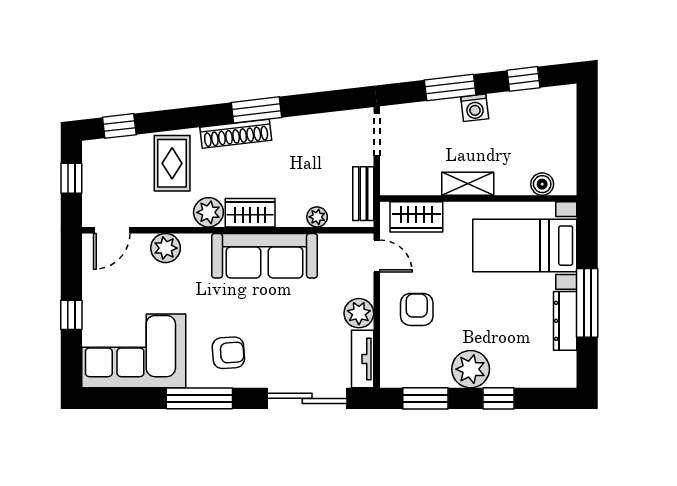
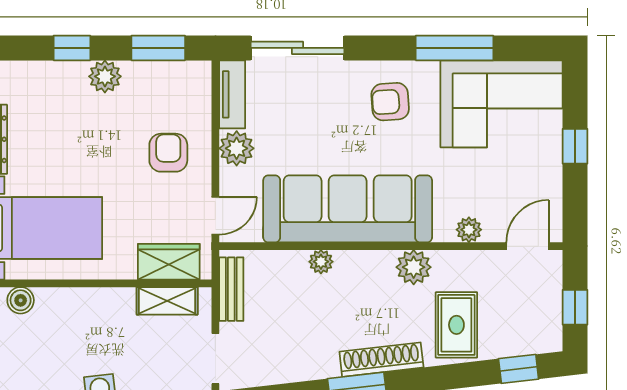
shelving: (468, 184) -> (167, 301), moved
wardrobe: (250, 213) -> (365, 267), removed
plant: (317, 217) -> (321, 262), moved
plant: (166, 248) -> (469, 230), width x0.73, depth x0.73
sofa: (265, 256) -> (348, 209), width x1.36, depth x1.27
door: (377, 256) -> (215, 216), swing flipped
armchair: (417, 309) -> (168, 153), turned 180
plant: (471, 369) -> (105, 76), width x0.73, depth x0.73
window: (199, 398) -> (454, 48), moved

